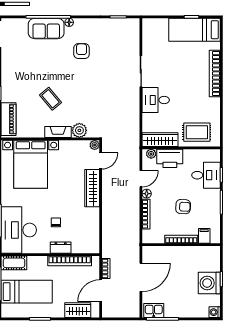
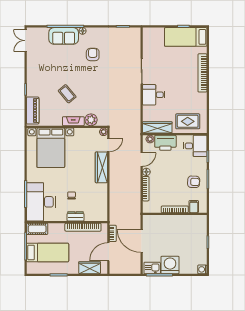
desk: (206, 175) -> (195, 146), moved
armchair: (183, 207) -> (194, 182), moved
door: (141, 277) -> (142, 241), swing flipped
washing machine: (209, 283) -> (170, 265), moved, turned 90

